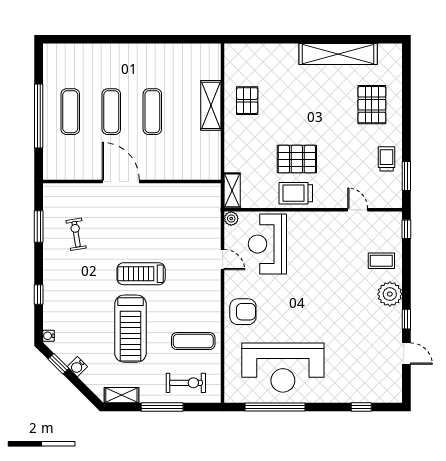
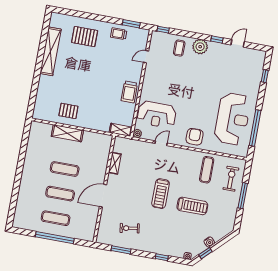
pallet: (297, 159) -> (109, 88), removed
treadmill: (130, 329) -> (192, 206), width x0.73, depth x0.73
shelving: (121, 395) -> (115, 163), moved

